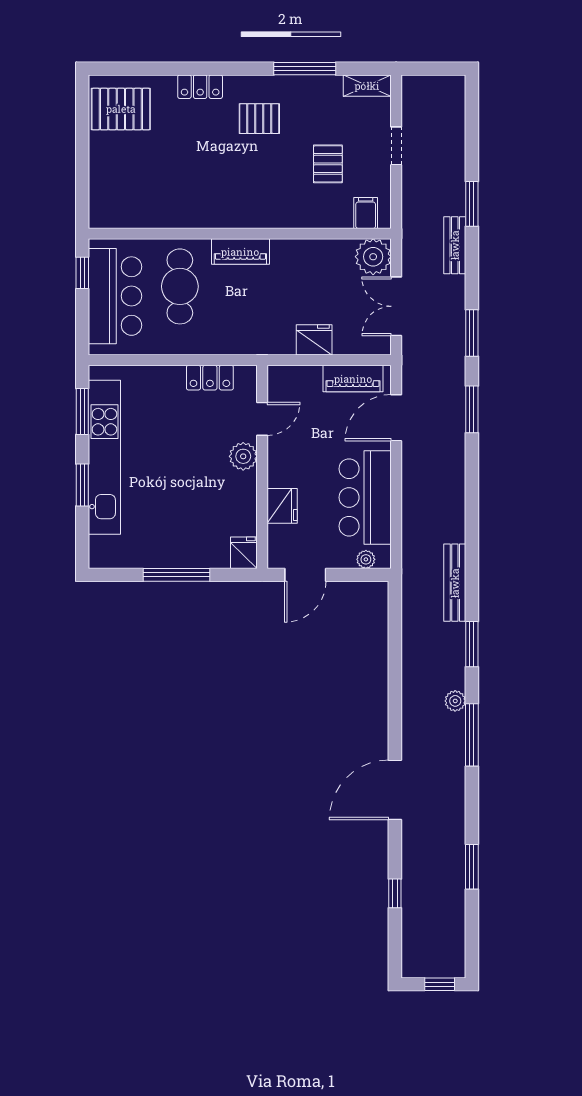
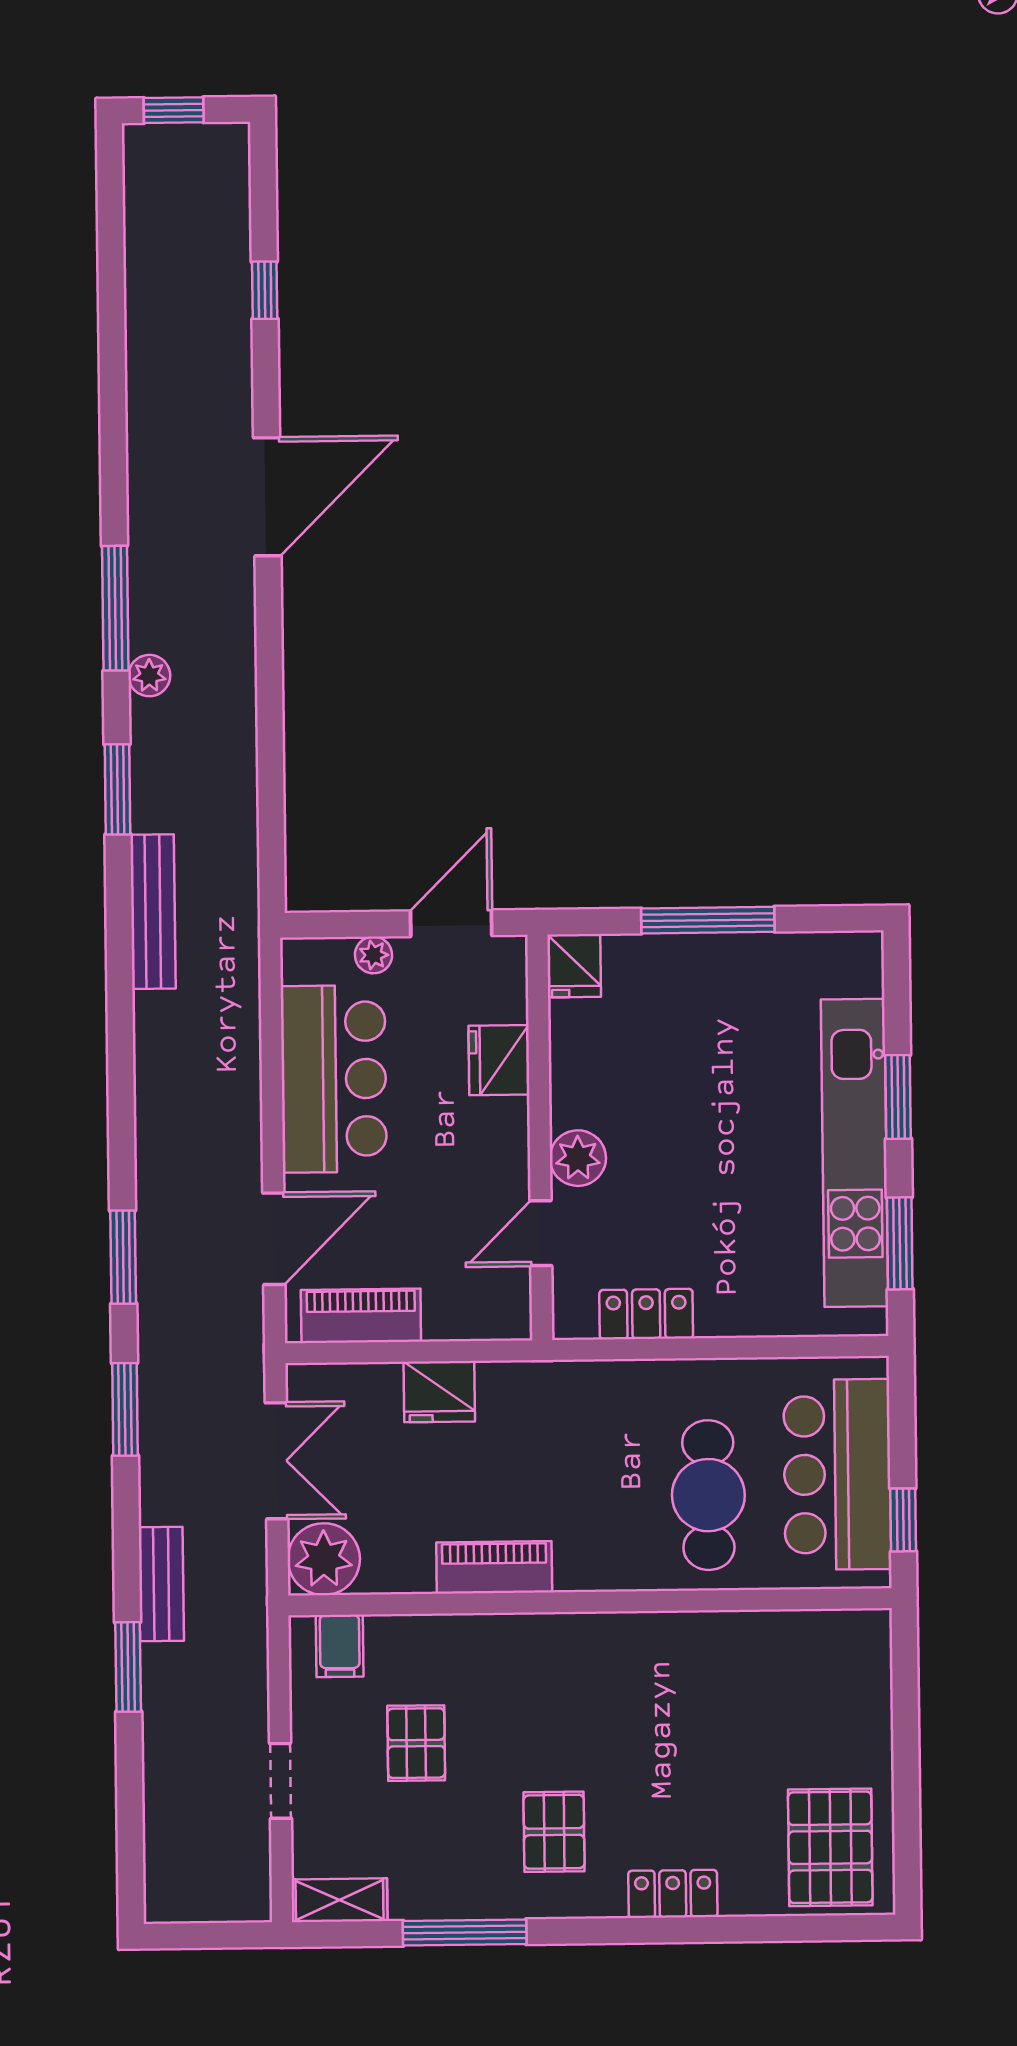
pallet: (121, 109) -> (830, 1847), turned 90
pallet: (259, 119) -> (554, 1832), turned 90
piano: (240, 252) -> (494, 1567), moved
plant: (366, 559) -> (374, 955), moved
window: (472, 867) -> (112, 345), removed

